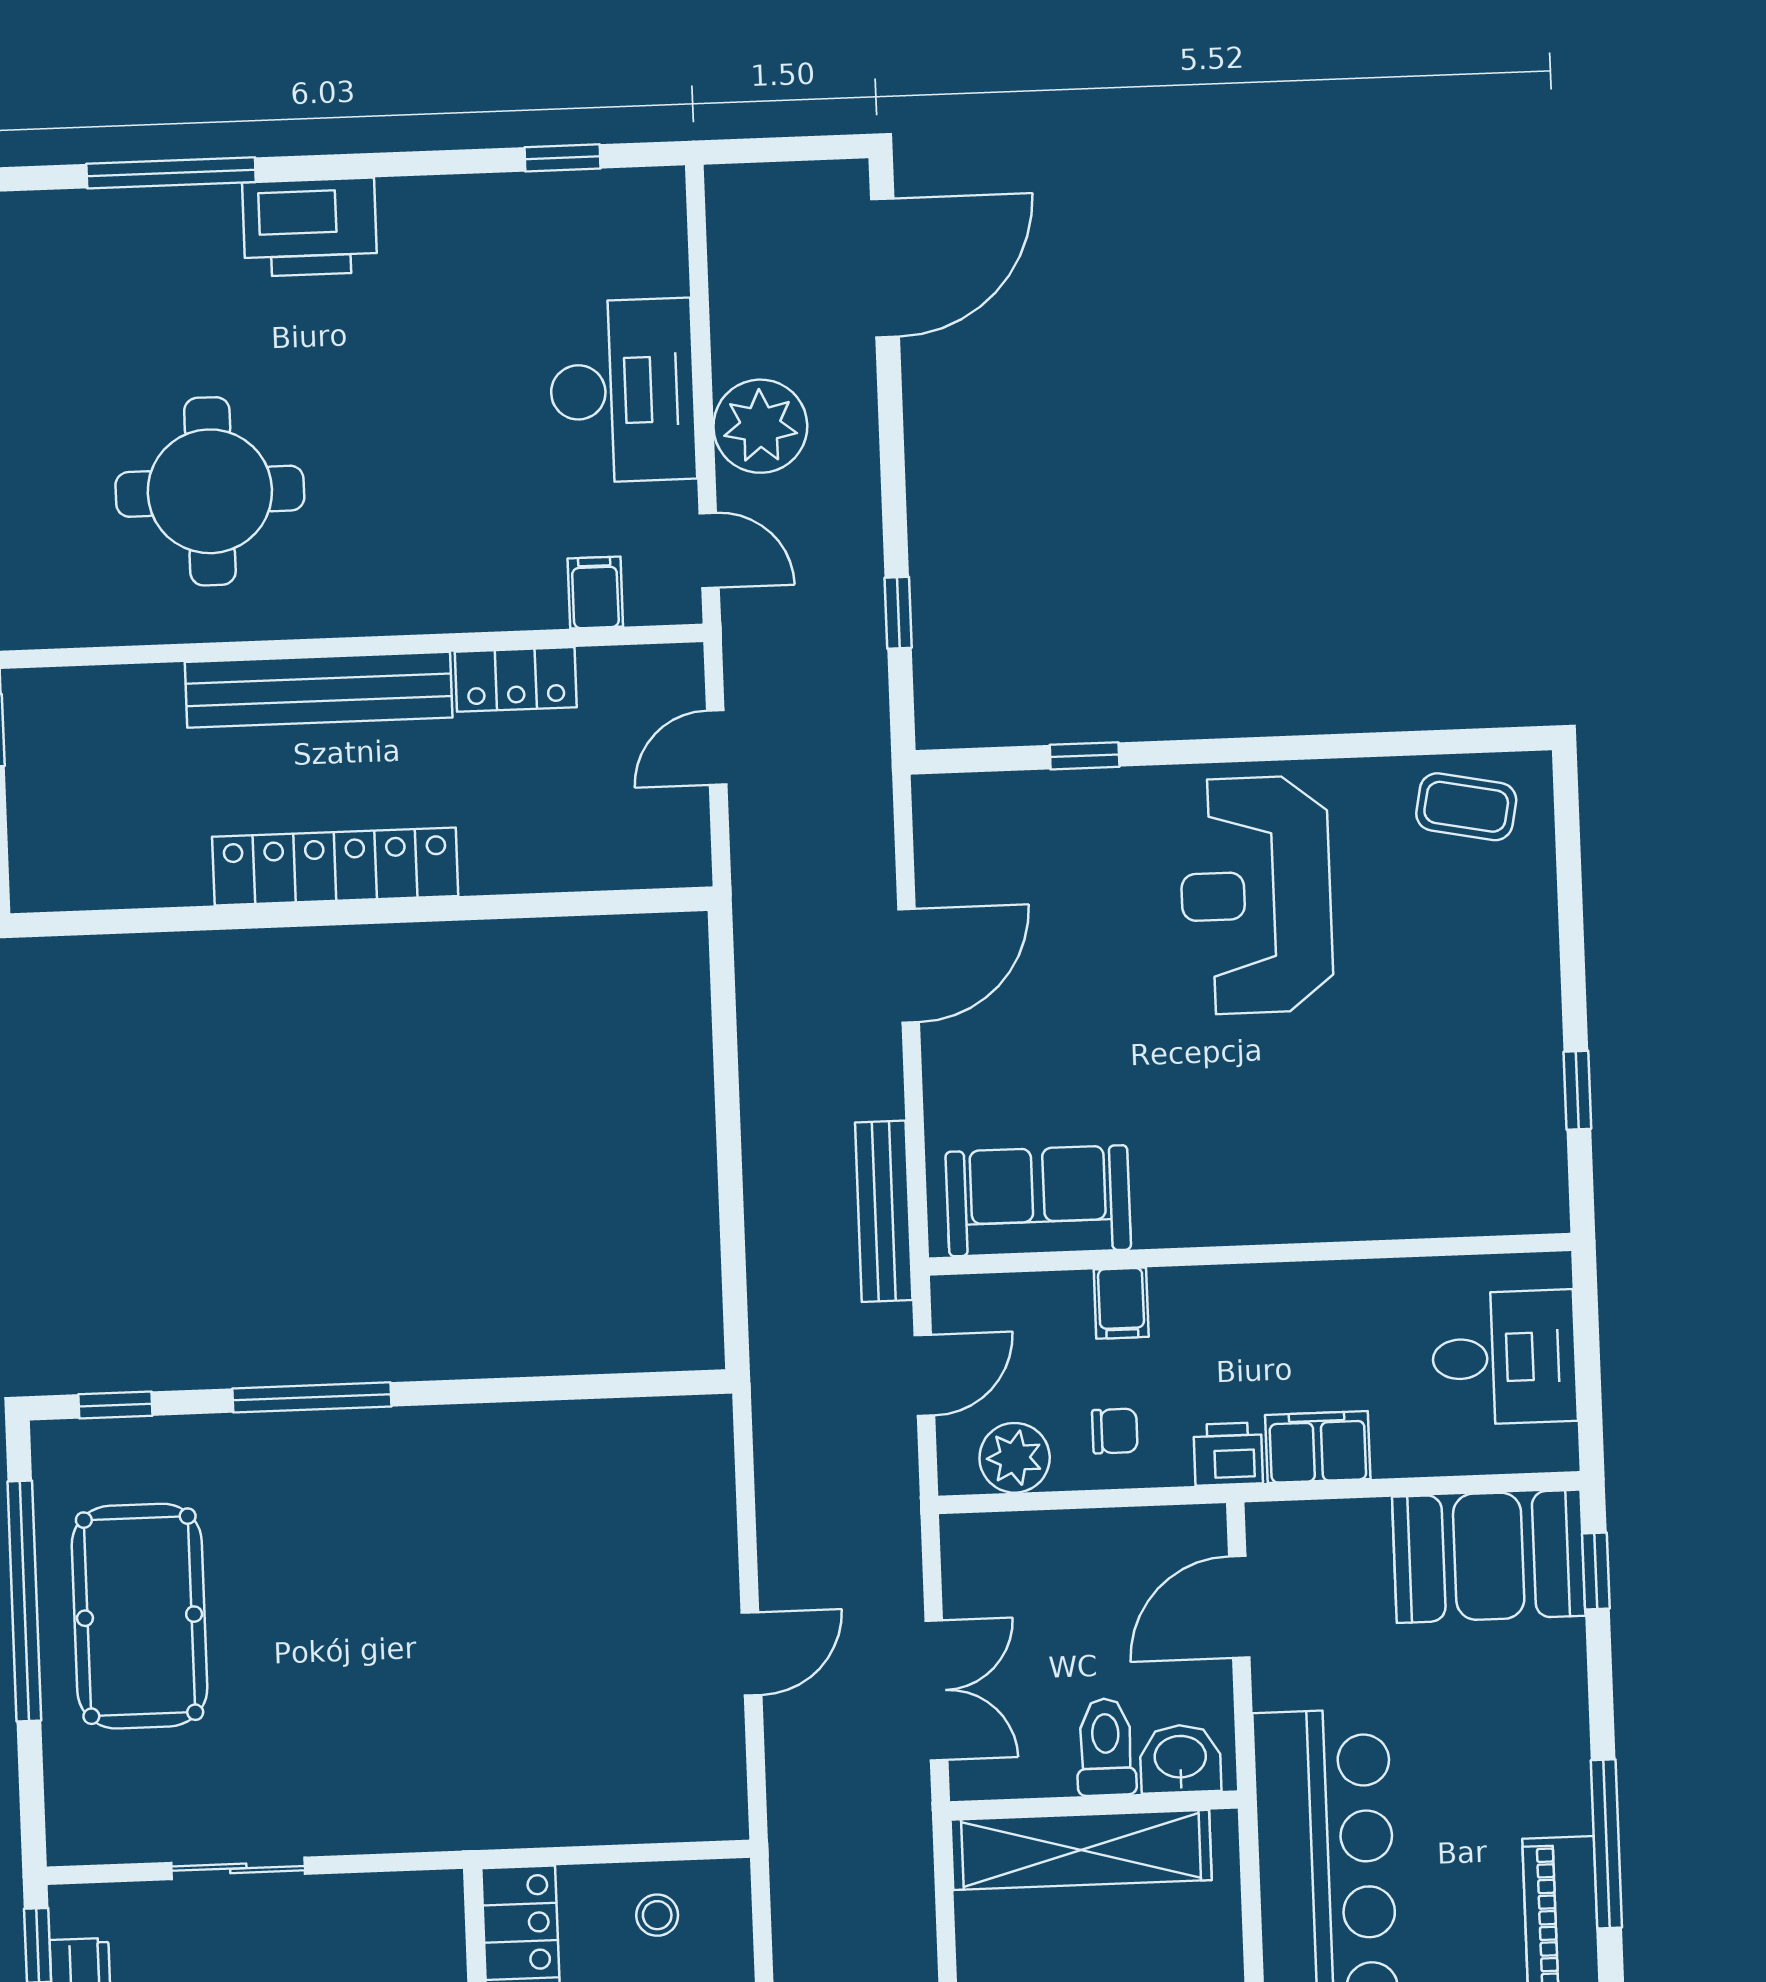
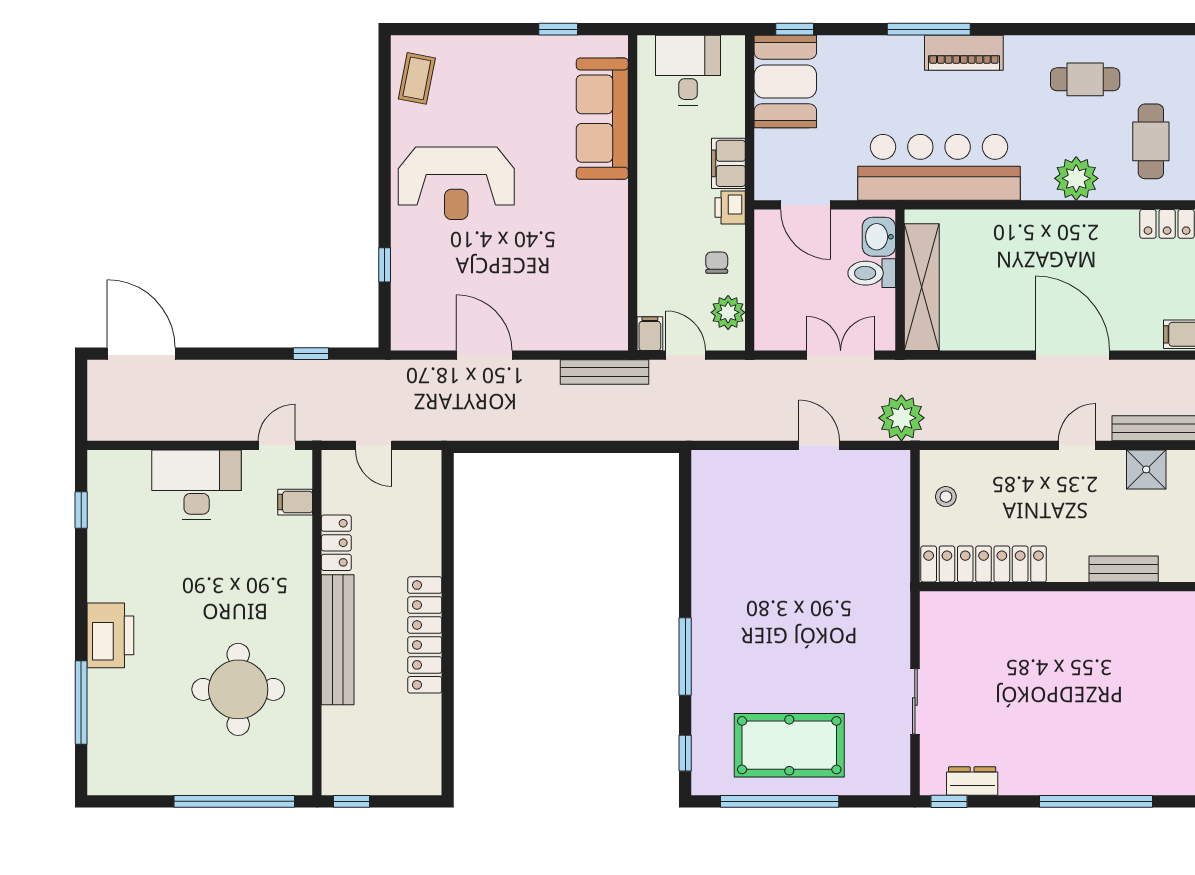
plant: (760, 426) -> (901, 418), moved
sofa: (1038, 1201) -> (602, 119), moved, width x1.36
filing cabinet: (1121, 1303) -> (650, 334), moved, turned -90

